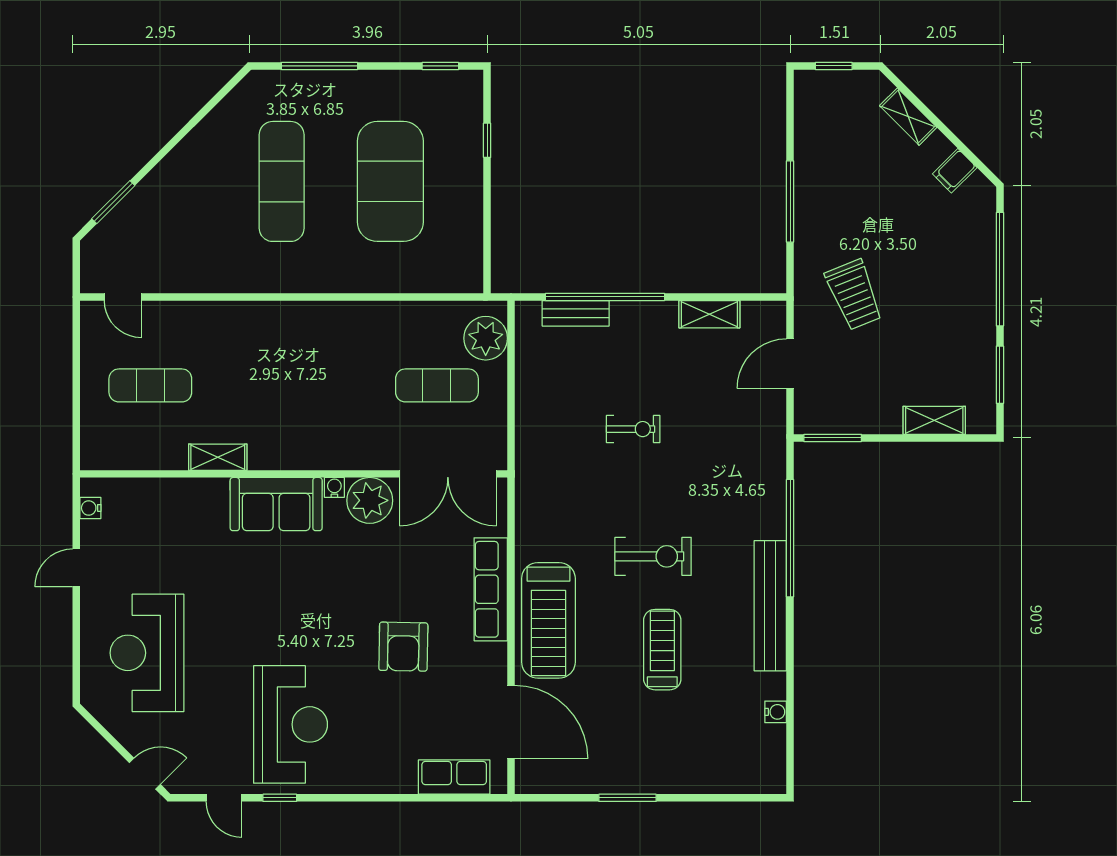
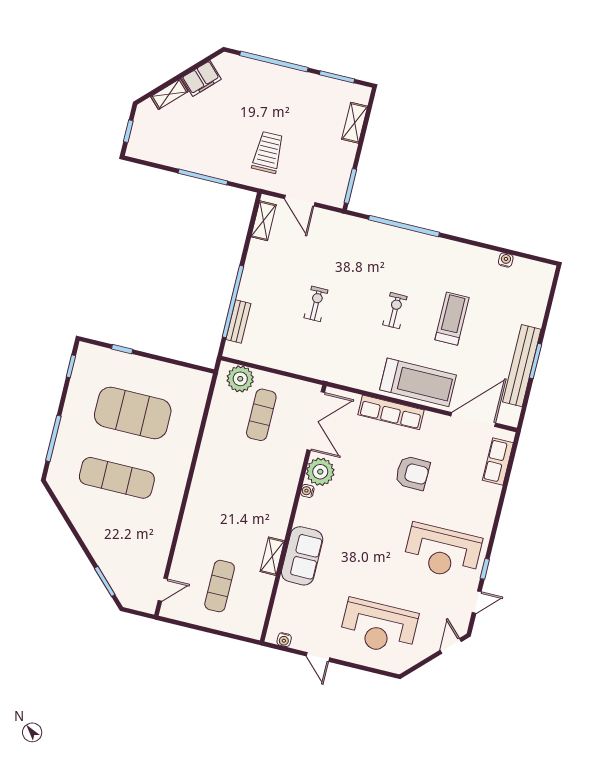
filing cabinet: (955, 171) -> (201, 79), width x2.00
trolley: (854, 295) -> (268, 152), turned -68
shelving: (709, 314) -> (264, 221), moved
sofa: (276, 504) -> (302, 556), moved
exercise bike: (653, 556) -> (395, 311), width x0.73, depth x0.72
bench: (770, 606) -> (522, 366), moved, turned 90
treadmill: (662, 650) -> (452, 319), turned 90
reception desk: (291, 724) -> (443, 552), turned 180

